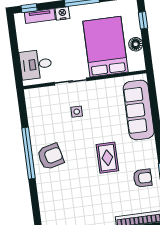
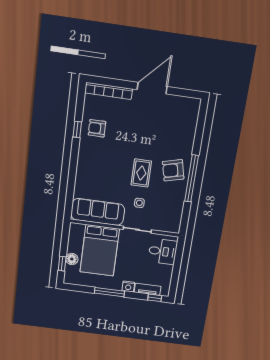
floor lamp: (136, 44) -> (72, 259), moved
sofa: (139, 110) -> (98, 212), moved, turned -90
rug: (107, 158) -> (141, 173), moved

